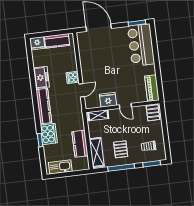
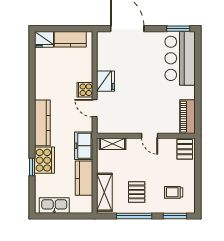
freezer: (41, 77) -> (84, 146), moved, turned 180
door: (82, 90) -> (95, 108), swing flipped
fridge: (108, 100) -> (106, 81), moved, turned 90

